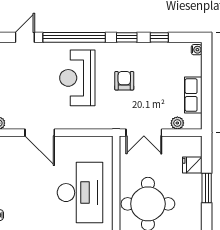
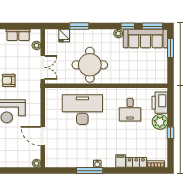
door: (40, 133) -> (43, 136), swing flipped

